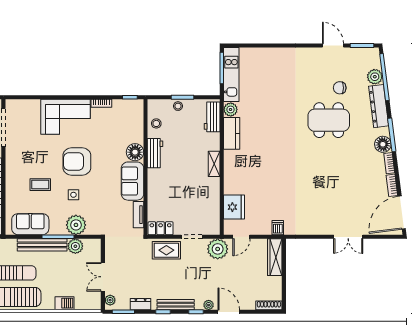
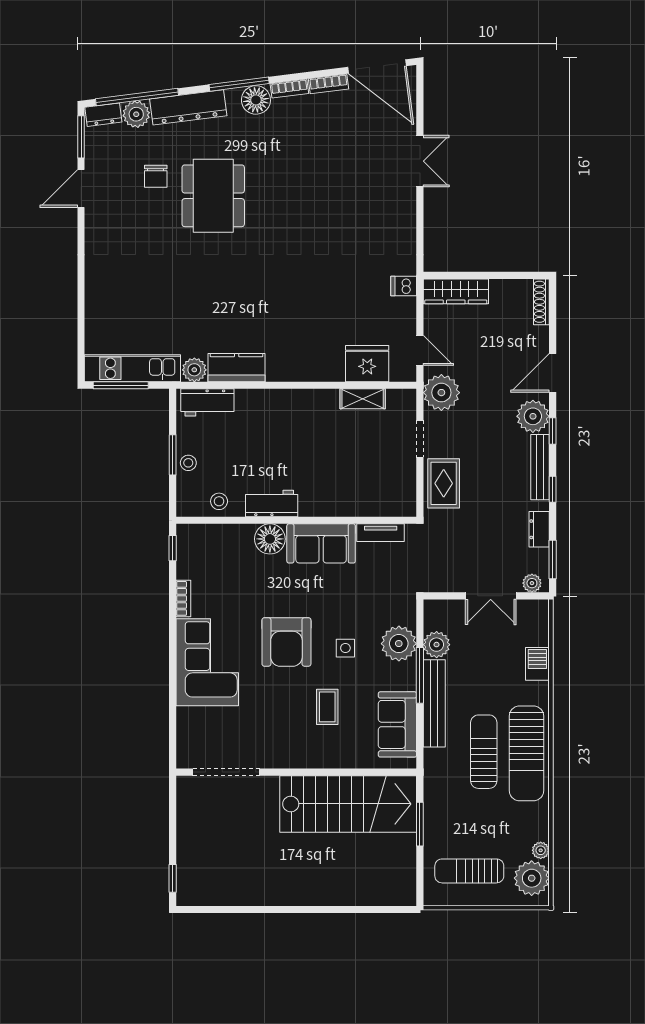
dresser: (375, 58) -> (103, 115), added
shelving: (214, 164) -> (363, 399), moved
locker: (161, 228) -> (405, 494), removed
plant: (209, 305) -> (533, 416), width x1.87, depth x1.87

